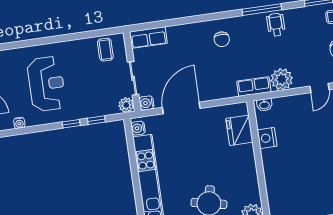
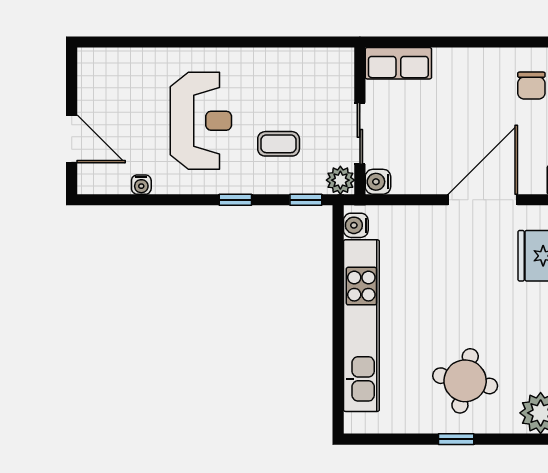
coffee table: (105, 50) -> (279, 144), moved, turned 90
door: (181, 108) -> (483, 200), moved
window: (96, 120) -> (306, 200), moved

